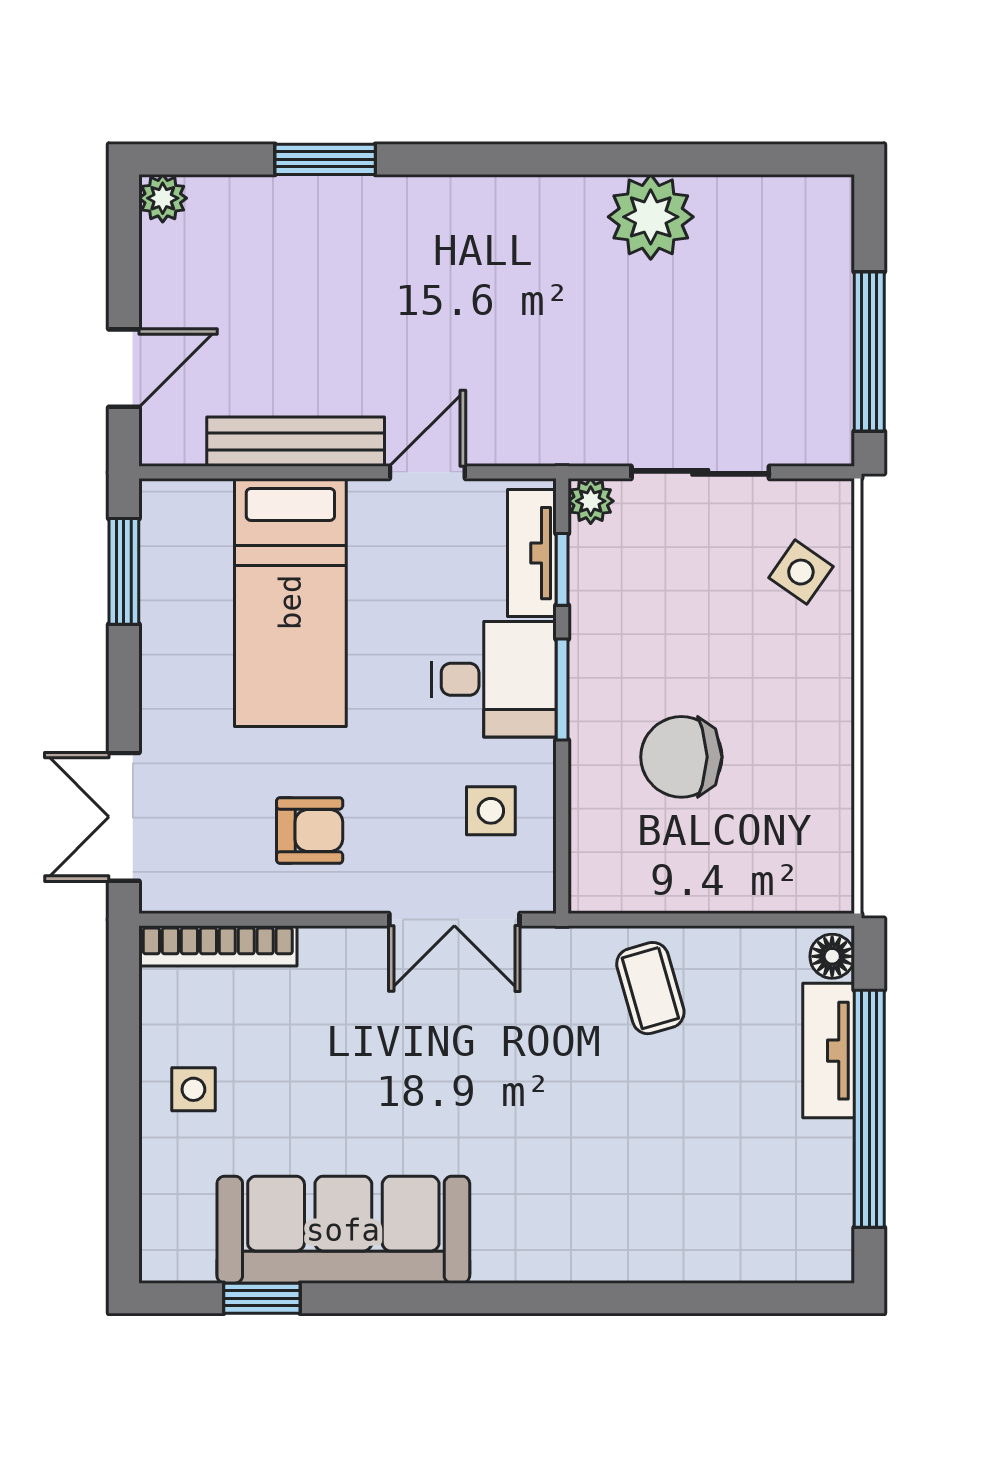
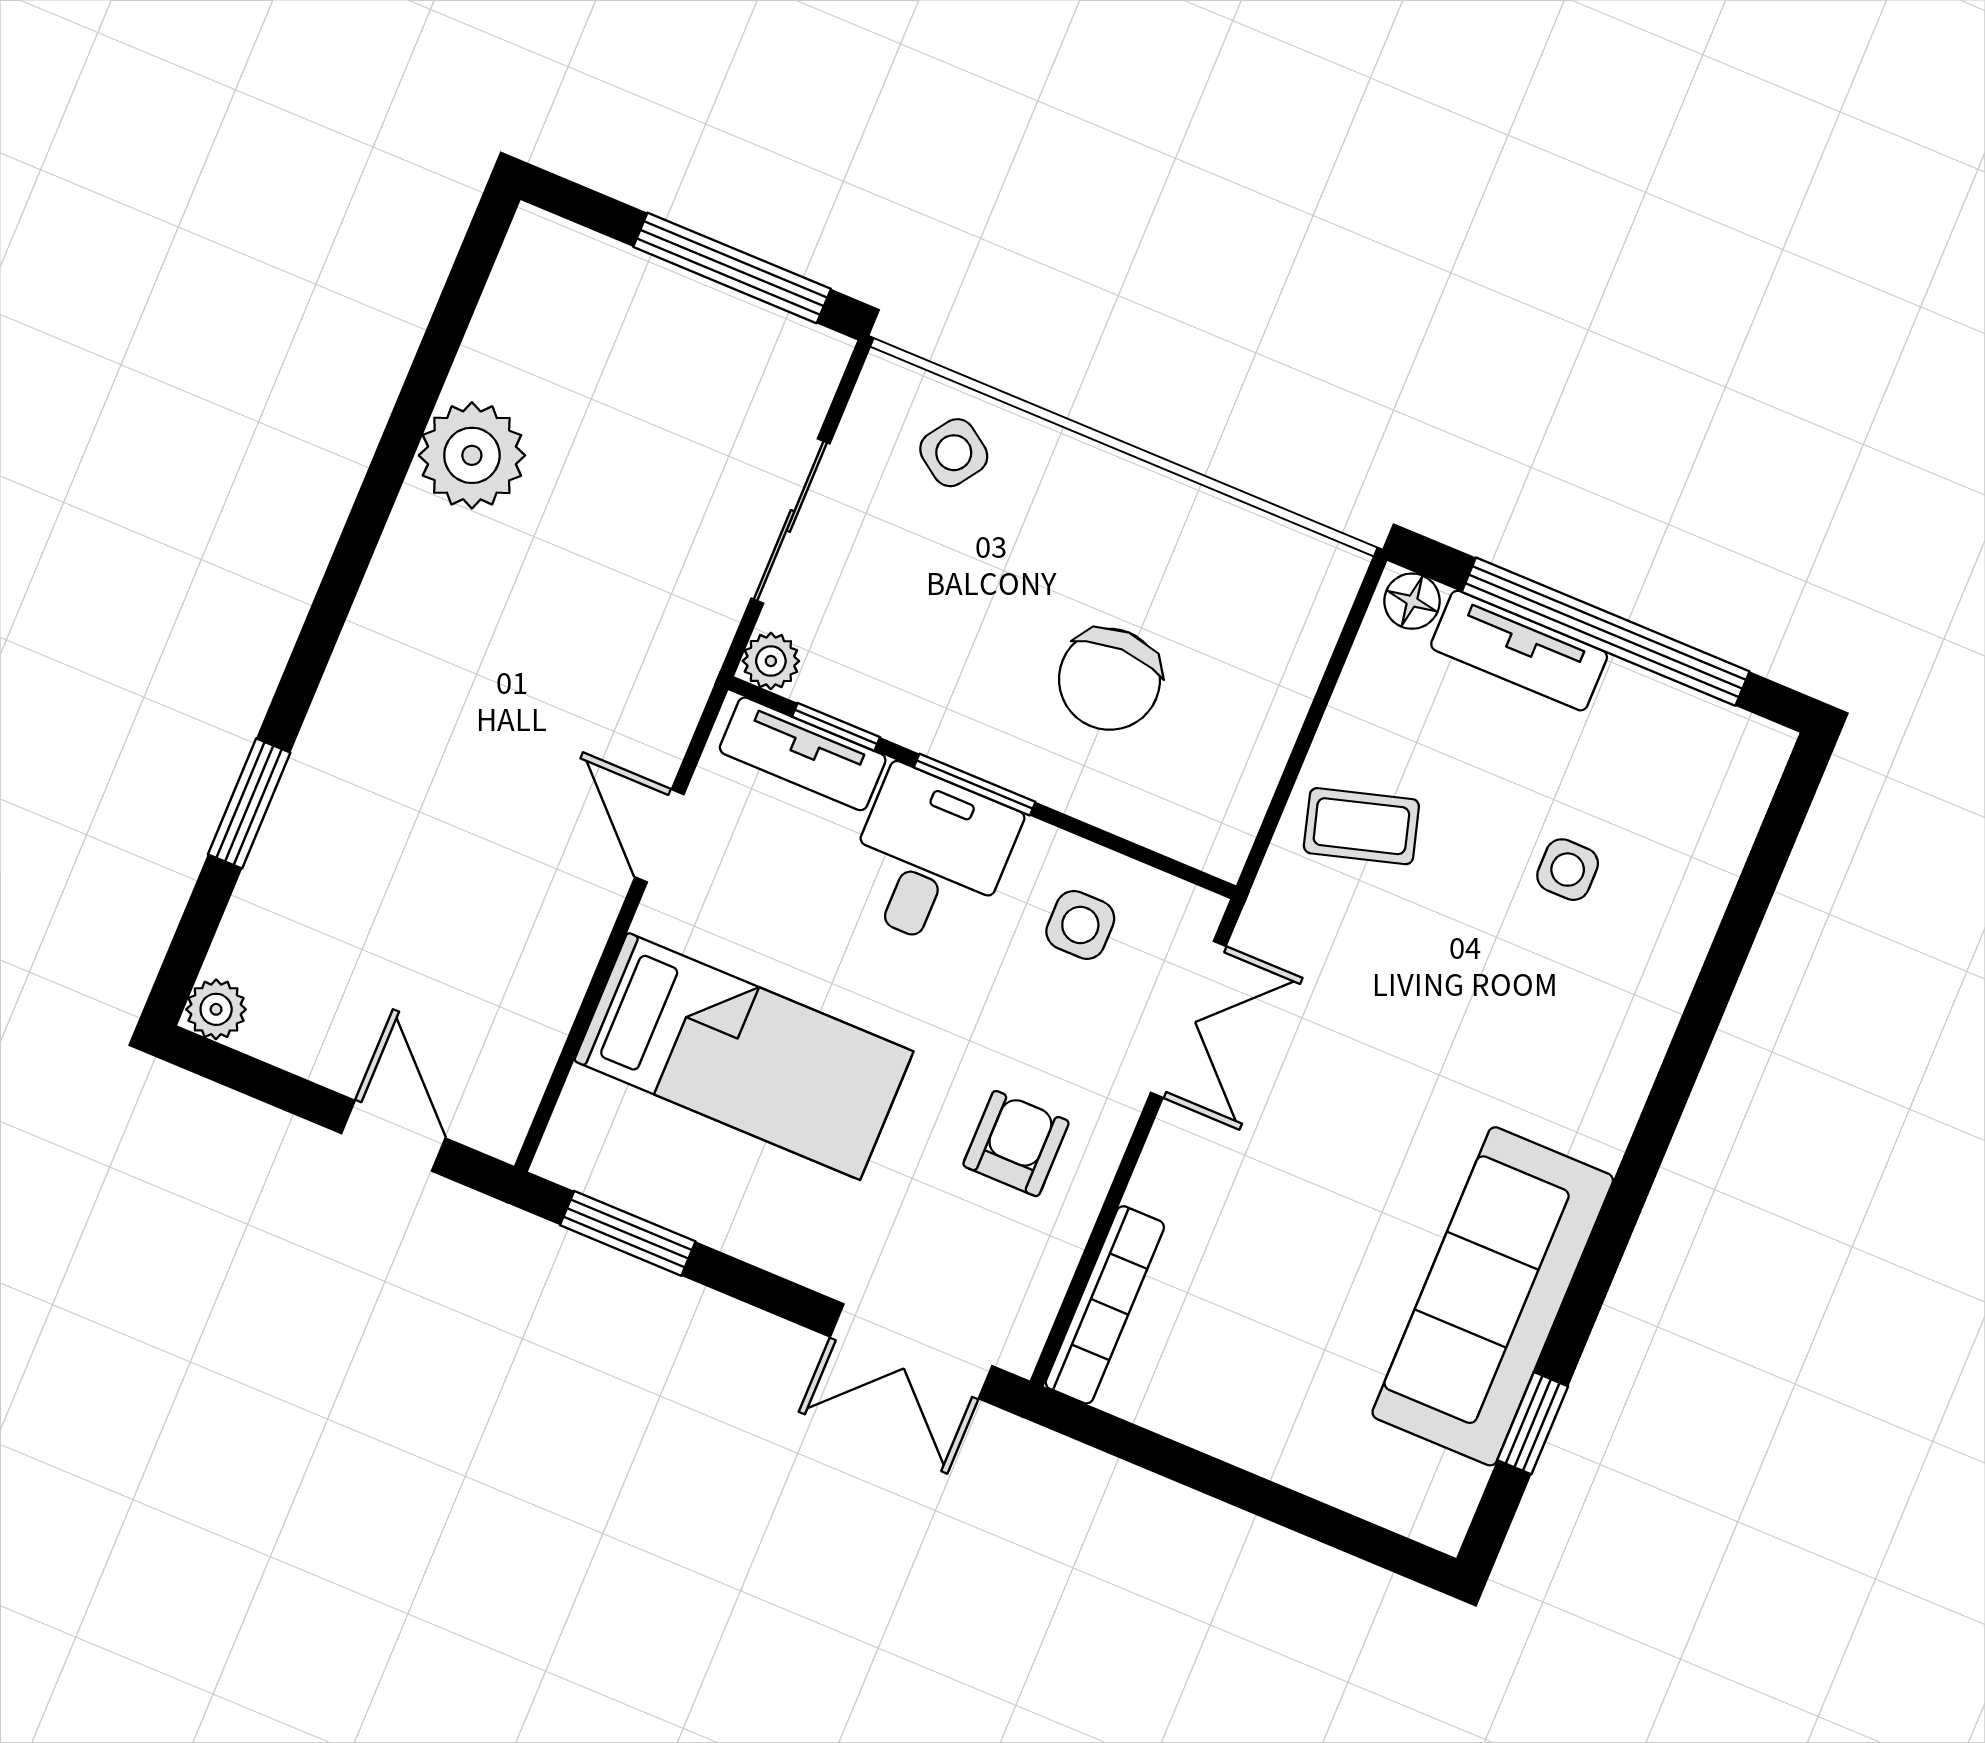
bench: (296, 442) -> (561, 973), removed
side table: (193, 1089) -> (1568, 870), moved

